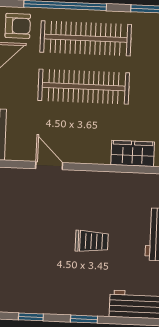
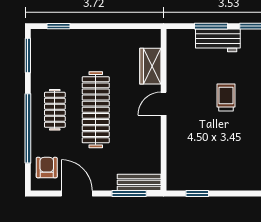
clothes rail: (86, 38) -> (55, 110), width x0.54, depth x0.76
door: (49, 166) -> (164, 104), moved

